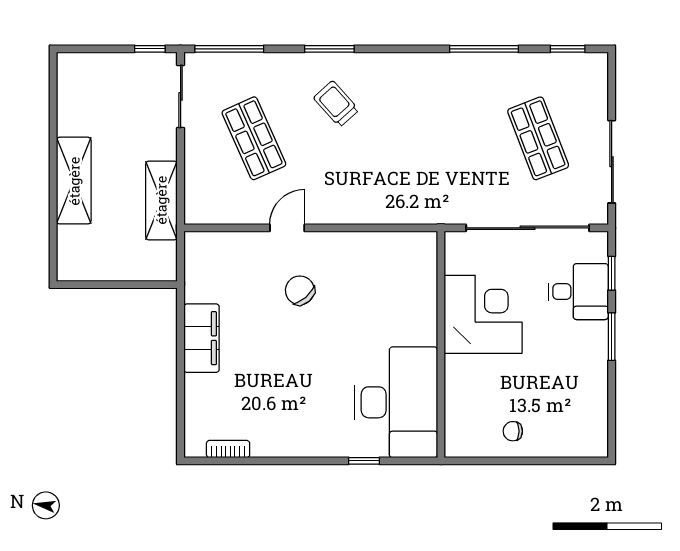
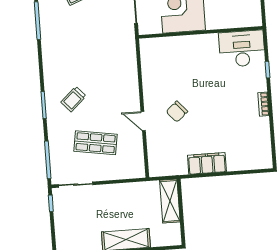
shop shelf: (254, 138) -> (96, 143), turned 33
shelving: (161, 200) -> (170, 201), moved, turned 90
desk: (396, 402) -> (242, 49), width x0.73, depth x0.77
bookcase: (228, 449) -> (264, 104), moved

